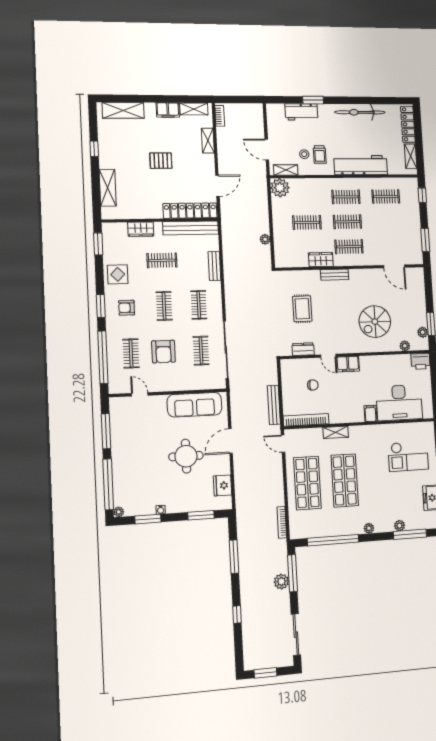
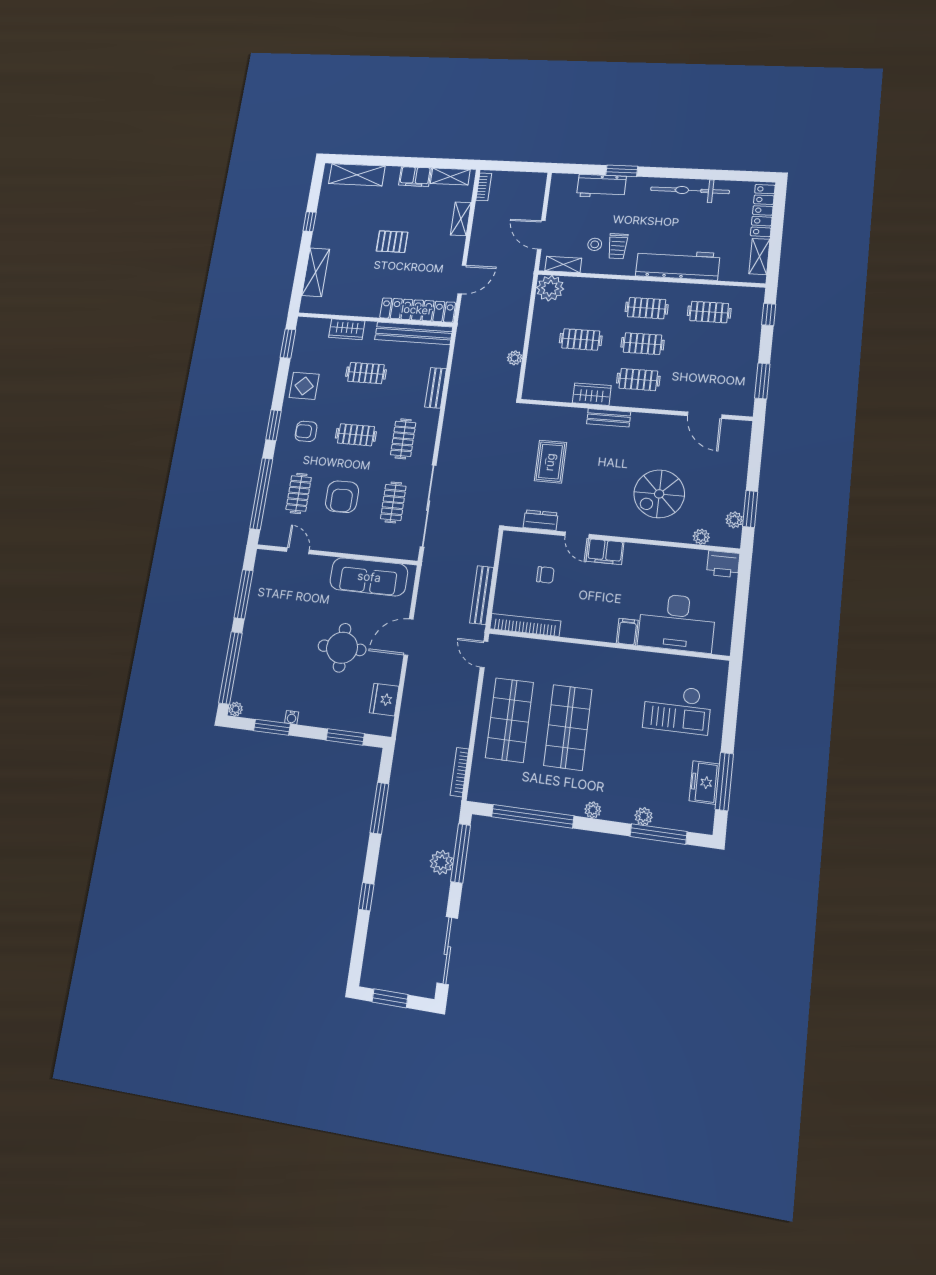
clothes rail: (164, 306) -> (356, 435), turned 90
shelving: (336, 432) -> (567, 651), removed

